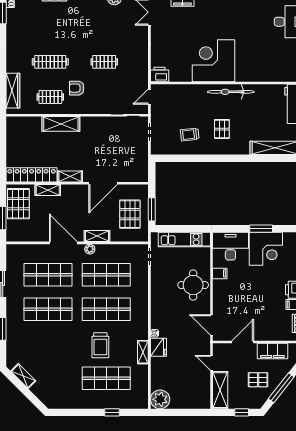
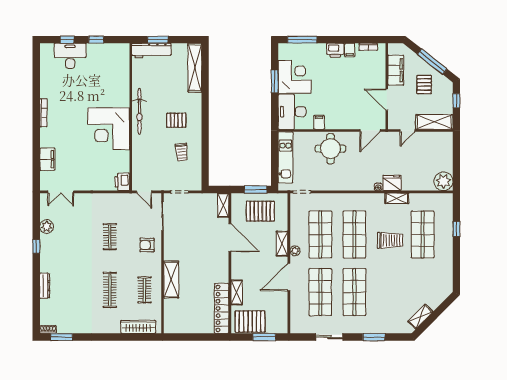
armchair: (77, 88) -> (147, 245), moved, turned 90
shelving: (70, 177) -> (223, 205), moved

